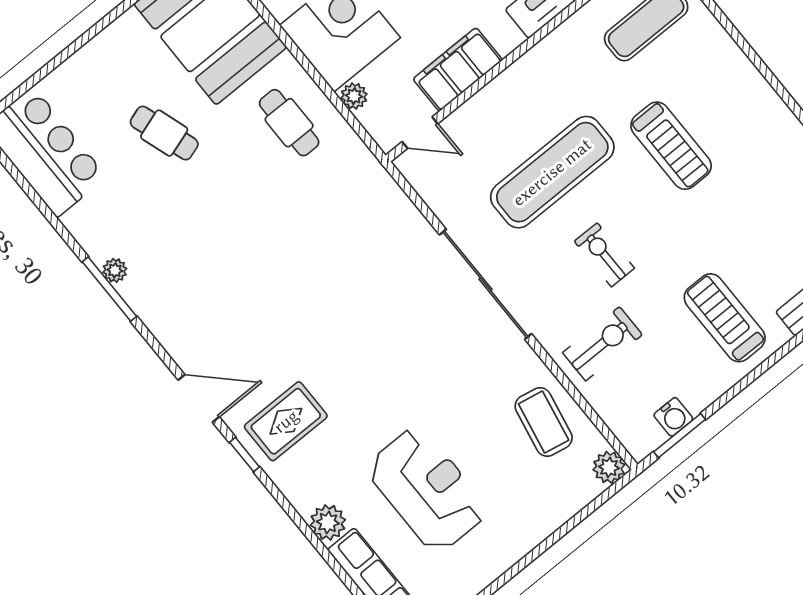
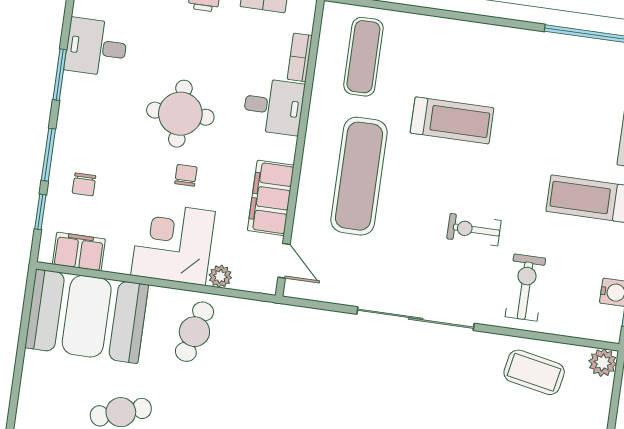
cafe table: (289, 123) -> (194, 332), turned -75
door: (420, 133) -> (284, 261), hinge flipped
exercise mat: (552, 172) -> (359, 176), moved

